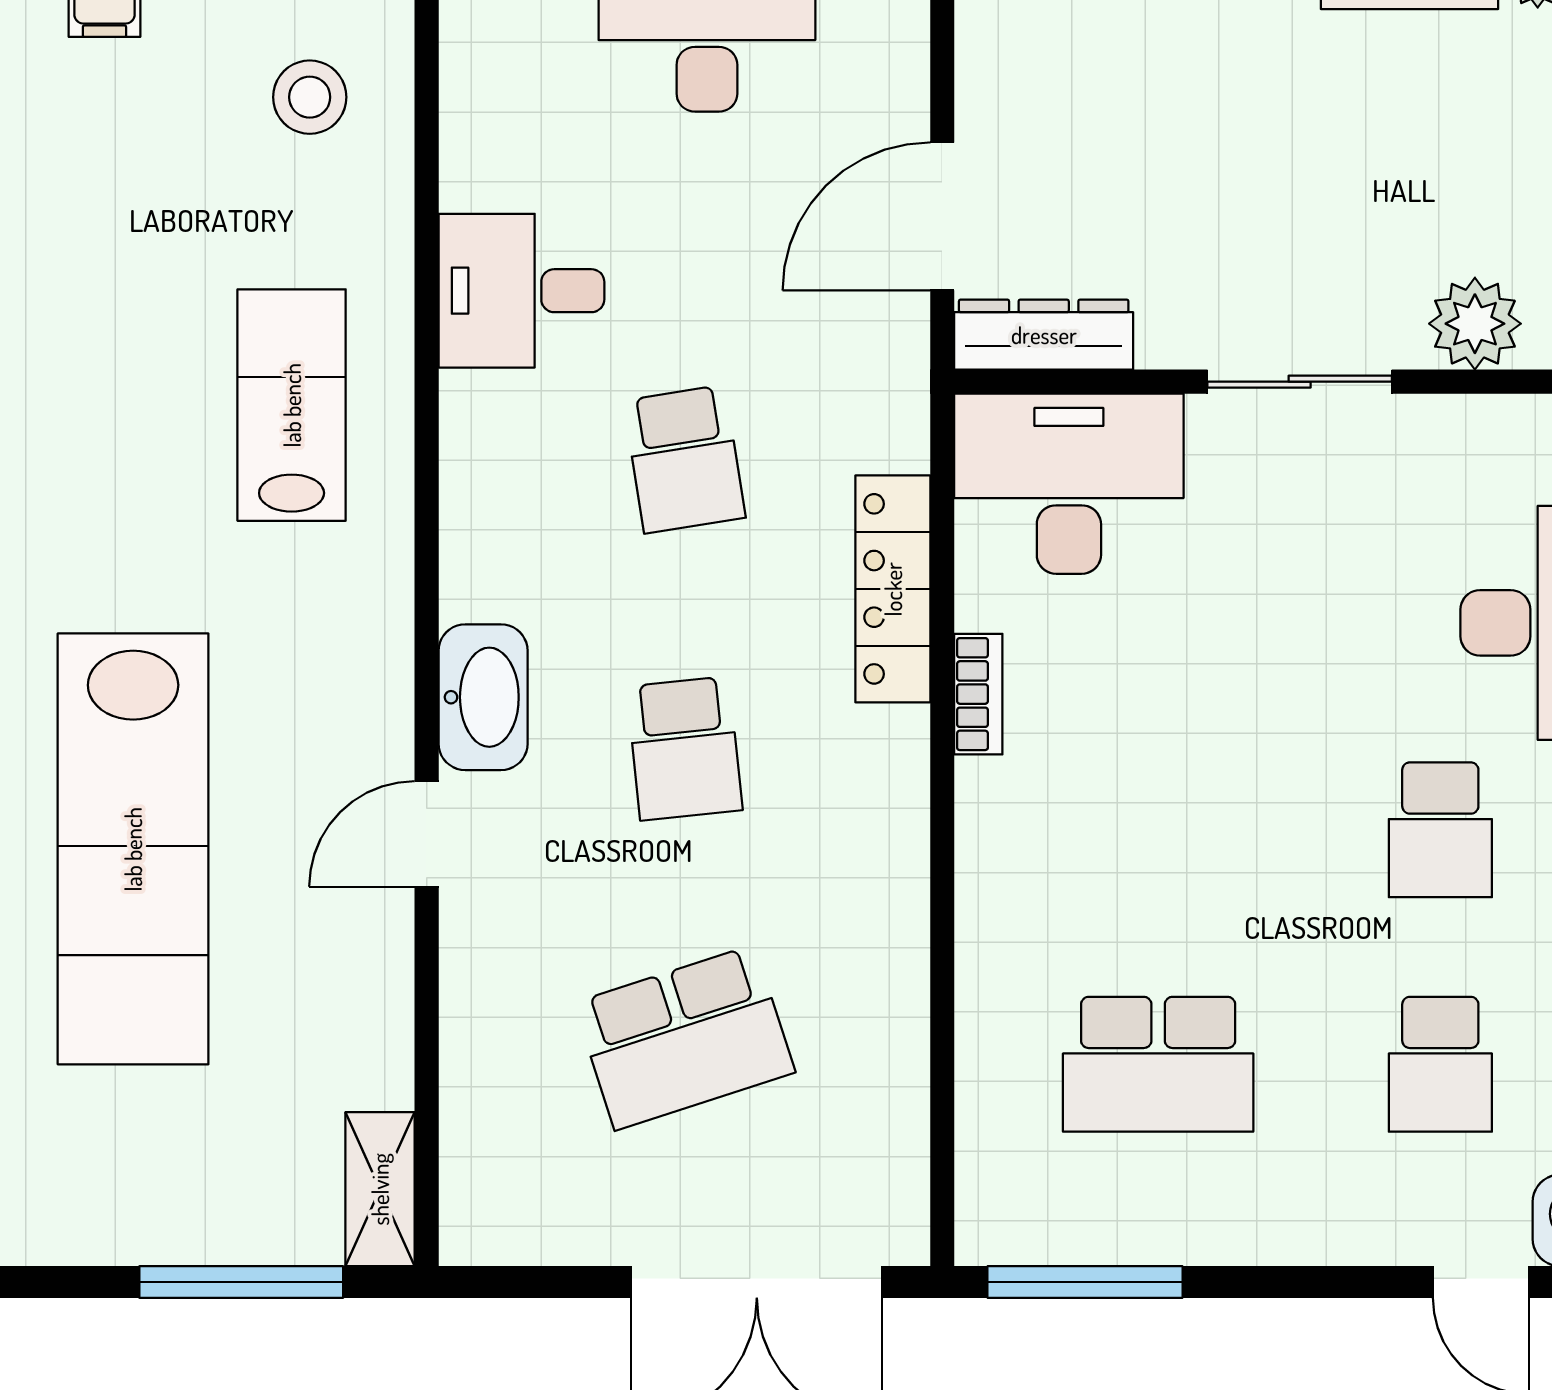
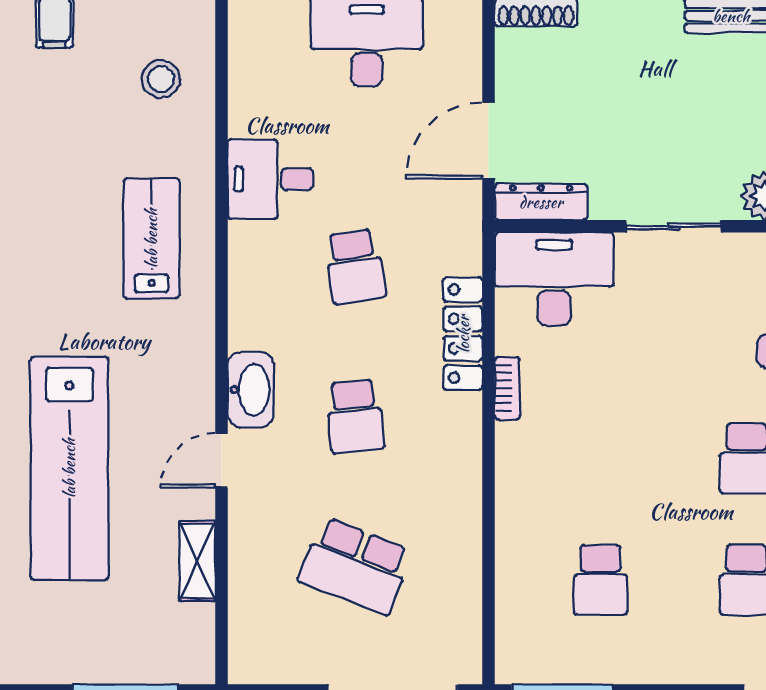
school desk: (684, 1038) -> (355, 566), turned 39
school desk: (1158, 1064) -> (600, 580), width x0.54
shelving: (380, 1189) -> (197, 561), moved

